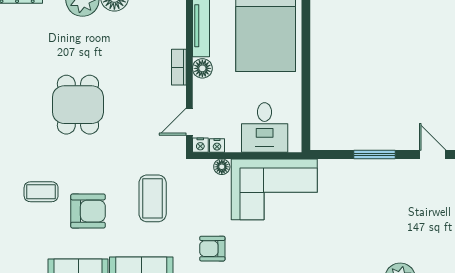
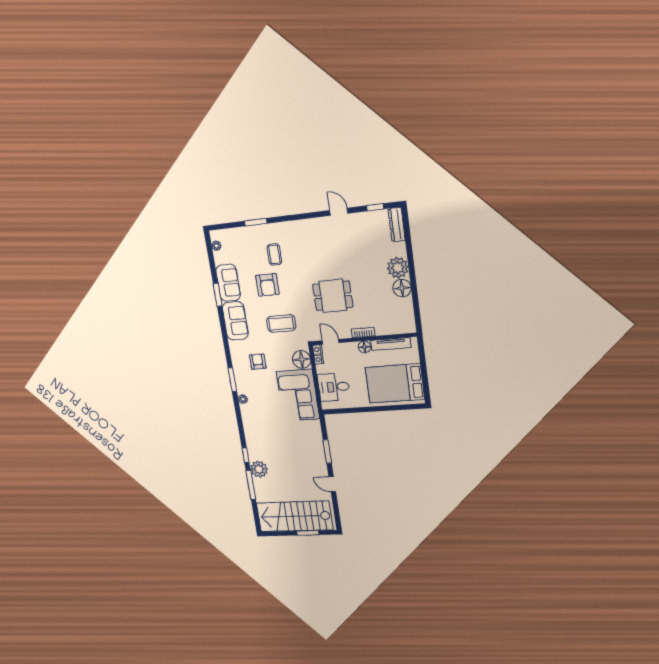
dining table: (78, 105) -> (333, 296), moved
door: (433, 155) -> (332, 484), swing flipped
floor lamp: (222, 167) -> (302, 359), width x1.89, depth x1.89

